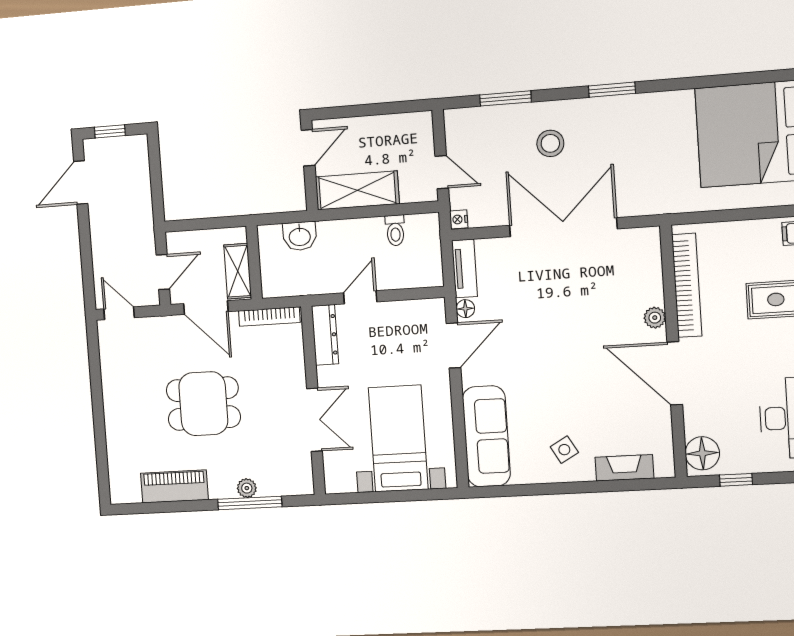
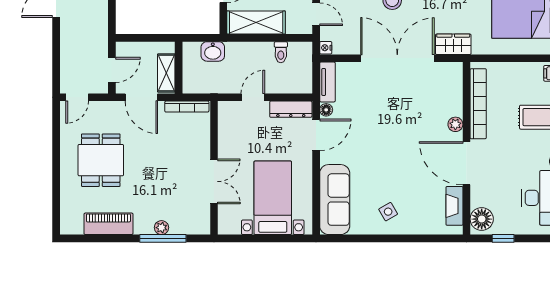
wardrobe: (644, 201) -> (453, 44), added
door: (119, 313) -> (77, 97), swing flipped
dresser: (325, 335) -> (291, 109), moved, turned 90
dining table: (203, 404) -> (101, 160), moved, turned 90
fireplace: (624, 468) -> (454, 206), moved, turned -90

